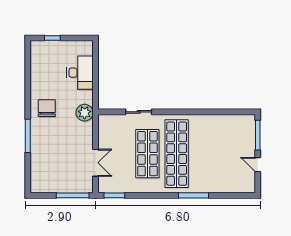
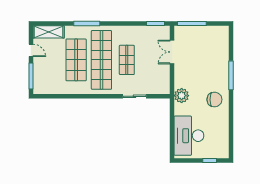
desk: (80, 73) -> (189, 136), width x1.36, depth x1.30
chair: (47, 108) -> (214, 100), turned -90
shop shelf: (147, 154) -> (127, 60), width x0.70, depth x0.74
shop shelf: (206, 154) -> (76, 60), added
shelving: (237, 186) -> (49, 32), added

